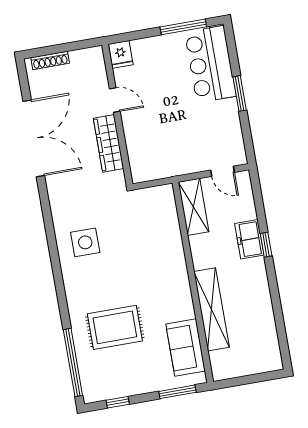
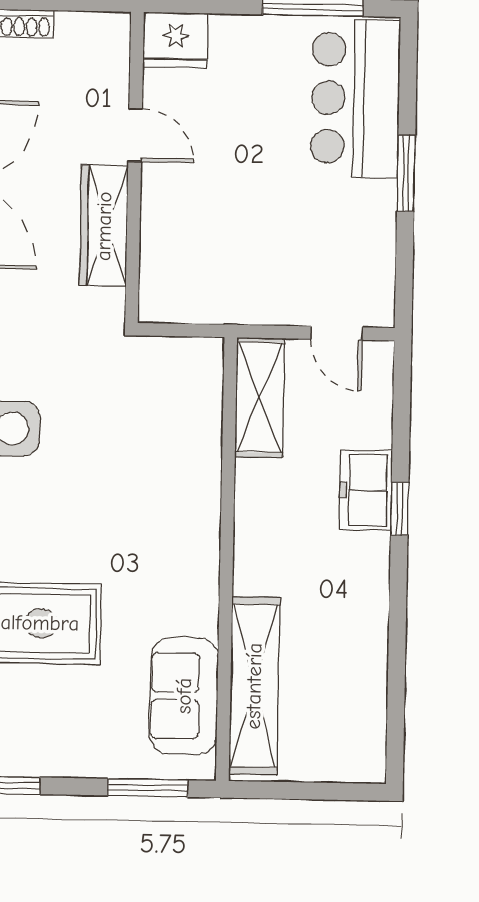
fridge: (121, 54) -> (176, 40), width x1.38
shelving: (212, 309) -> (254, 686), moved

